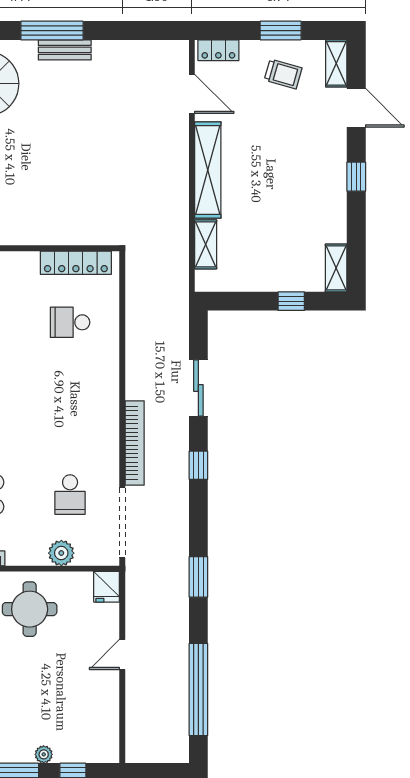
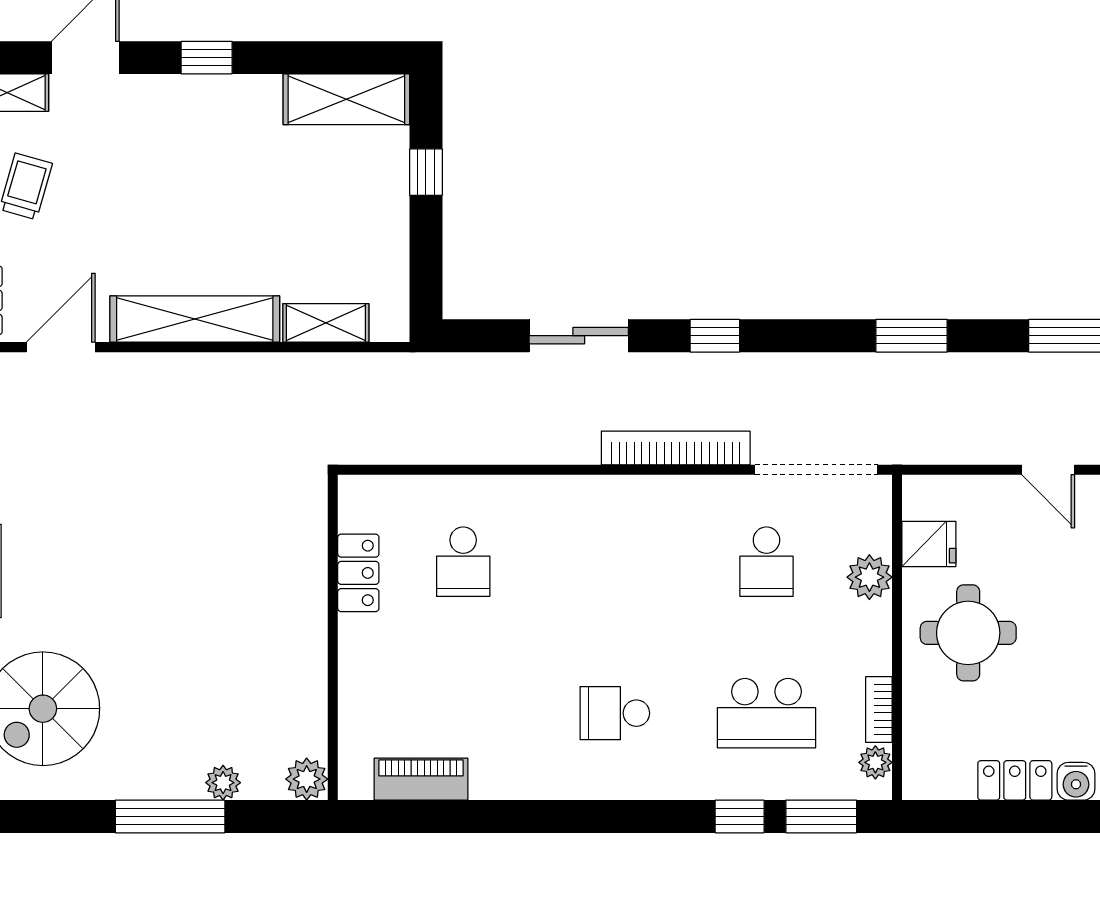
locker: (76, 263) -> (358, 573), width x0.66
shelving: (336, 268) -> (346, 99), width x1.50, depth x1.33
school desk: (70, 495) -> (766, 562), turned 90
fridge: (107, 587) -> (929, 544), moved

